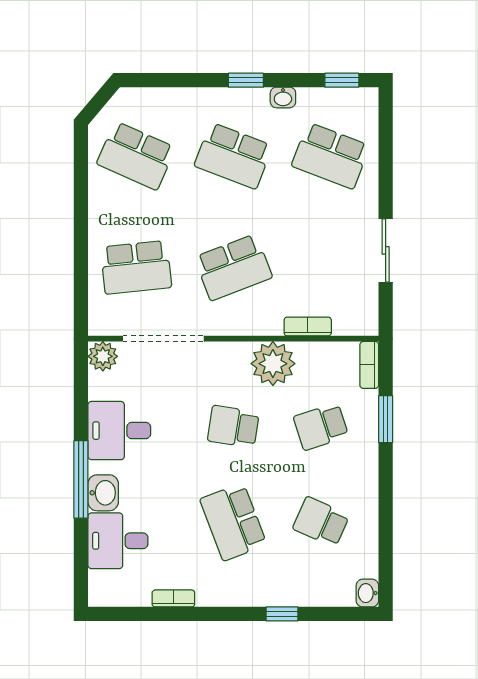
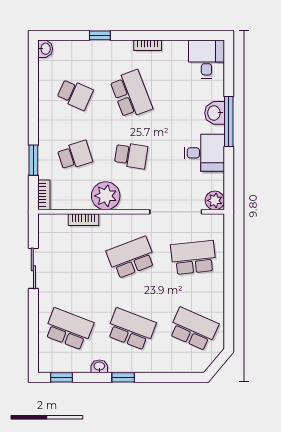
desk: (118, 541) -> (206, 59), moved, turned -90
bookcase: (173, 598) -> (148, 45), moved

